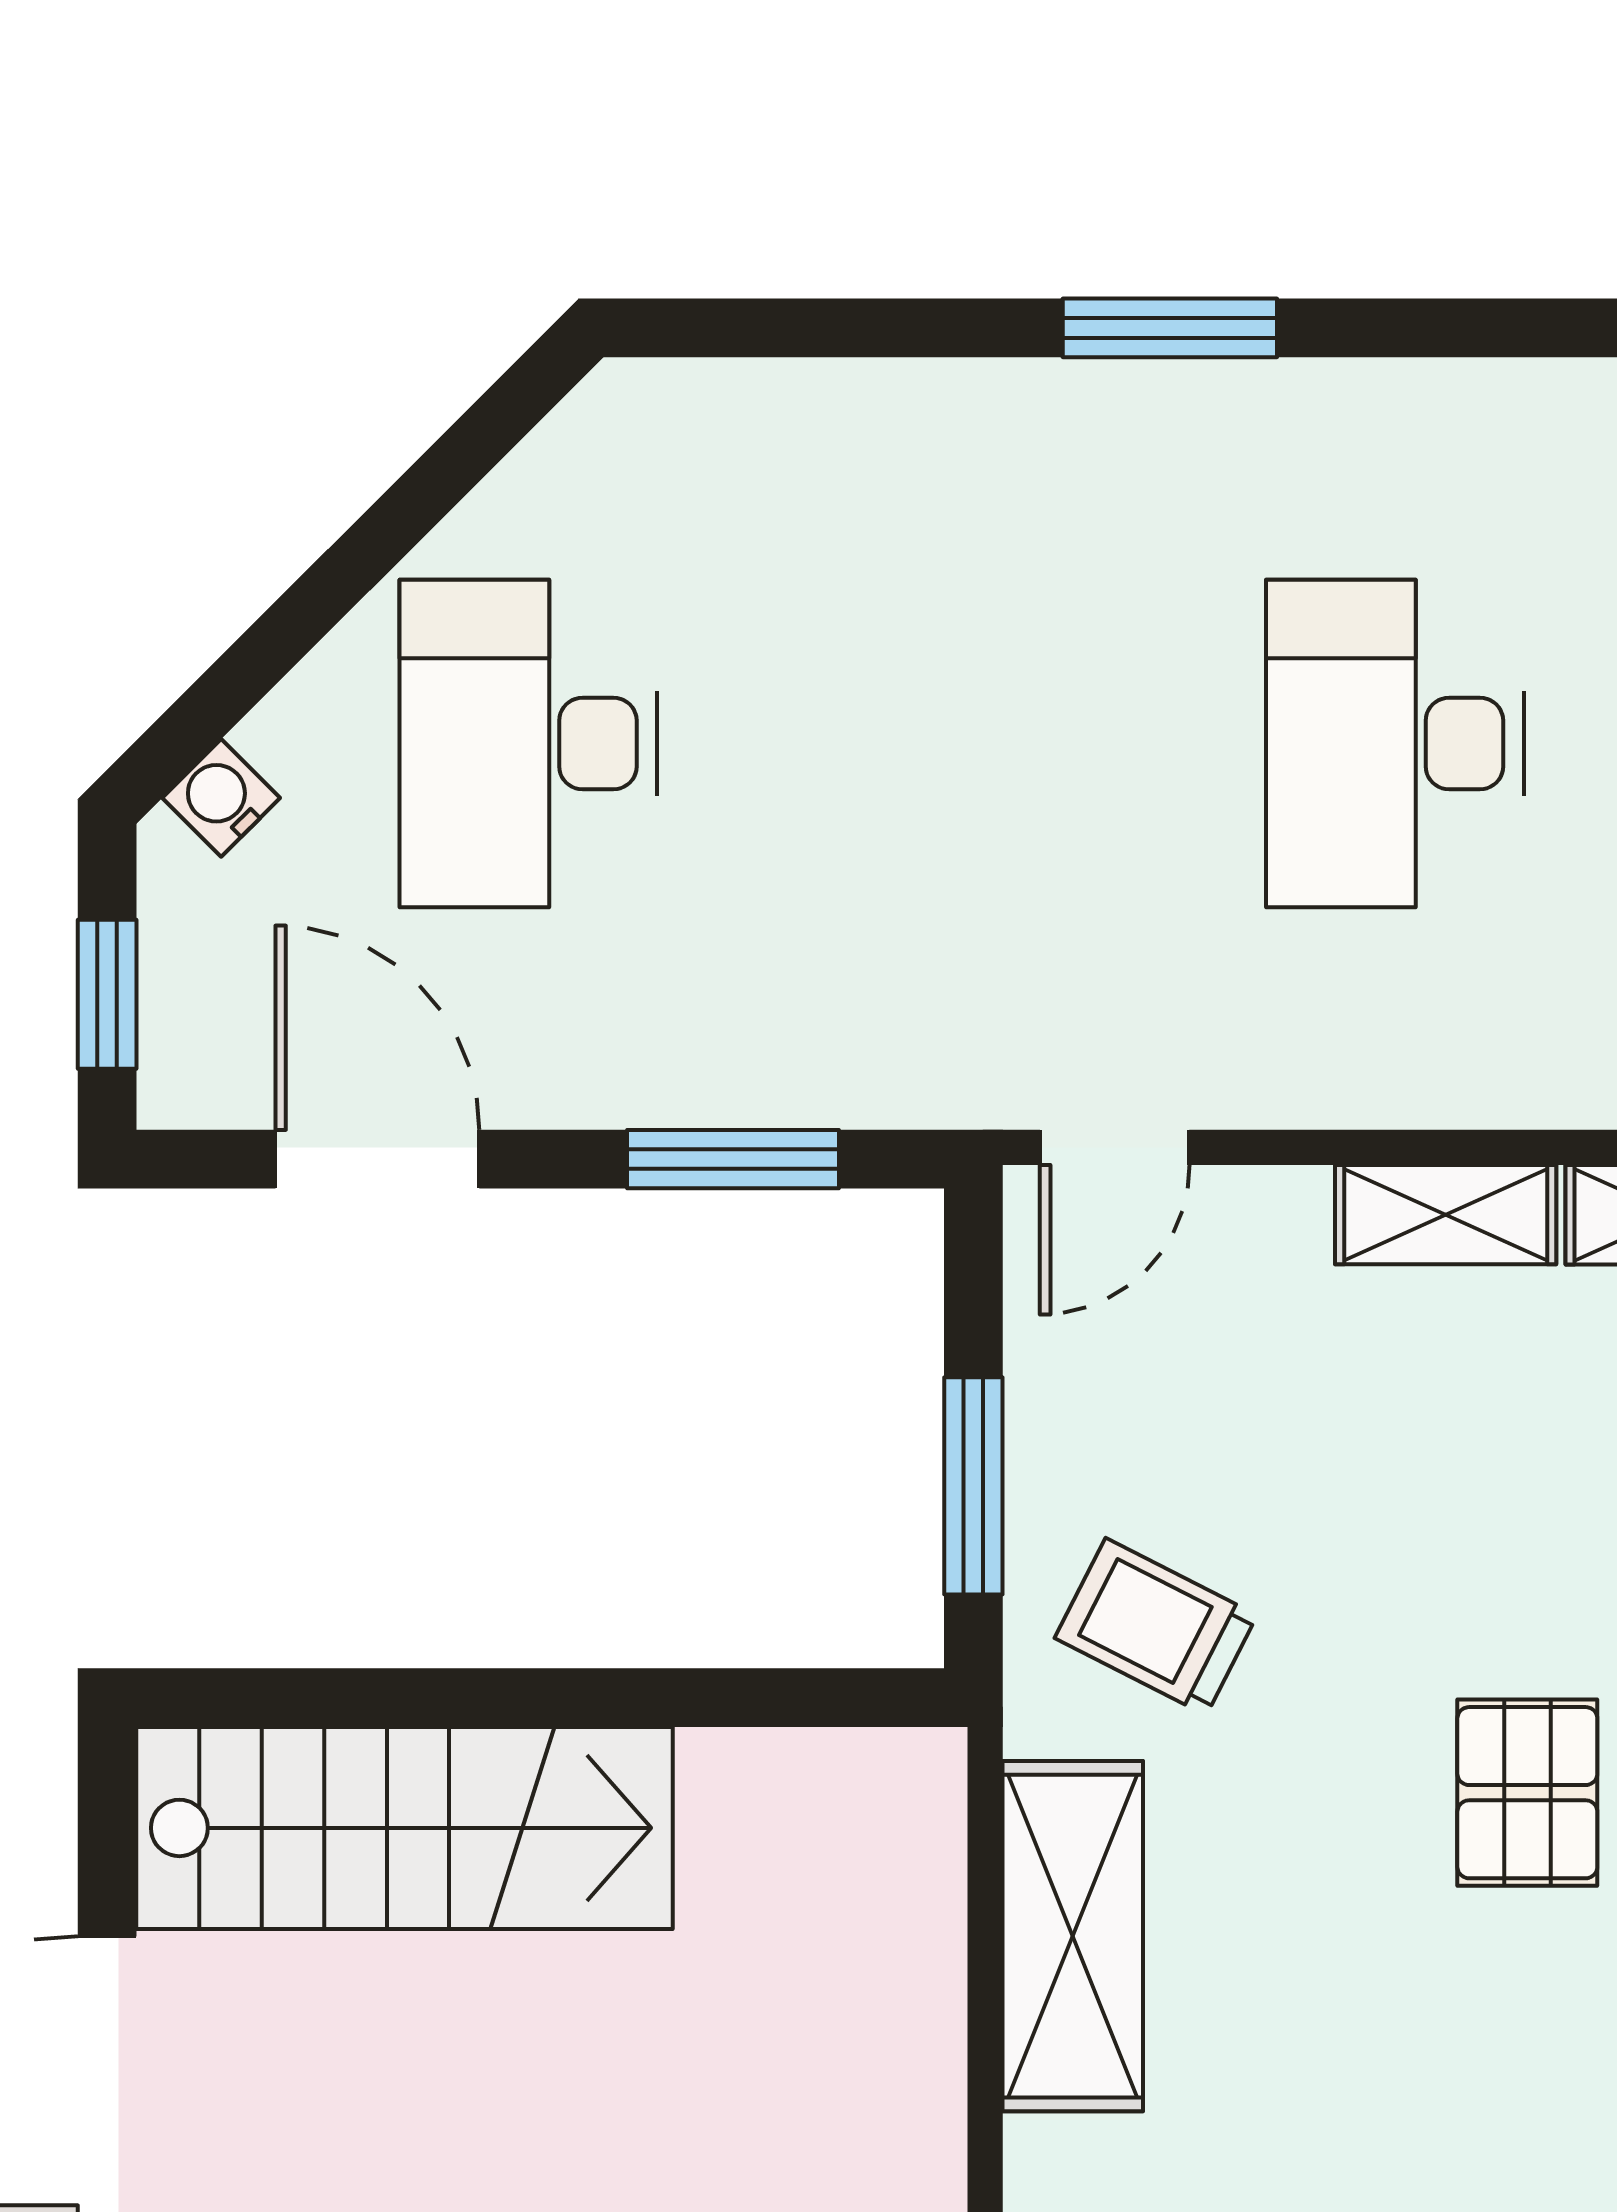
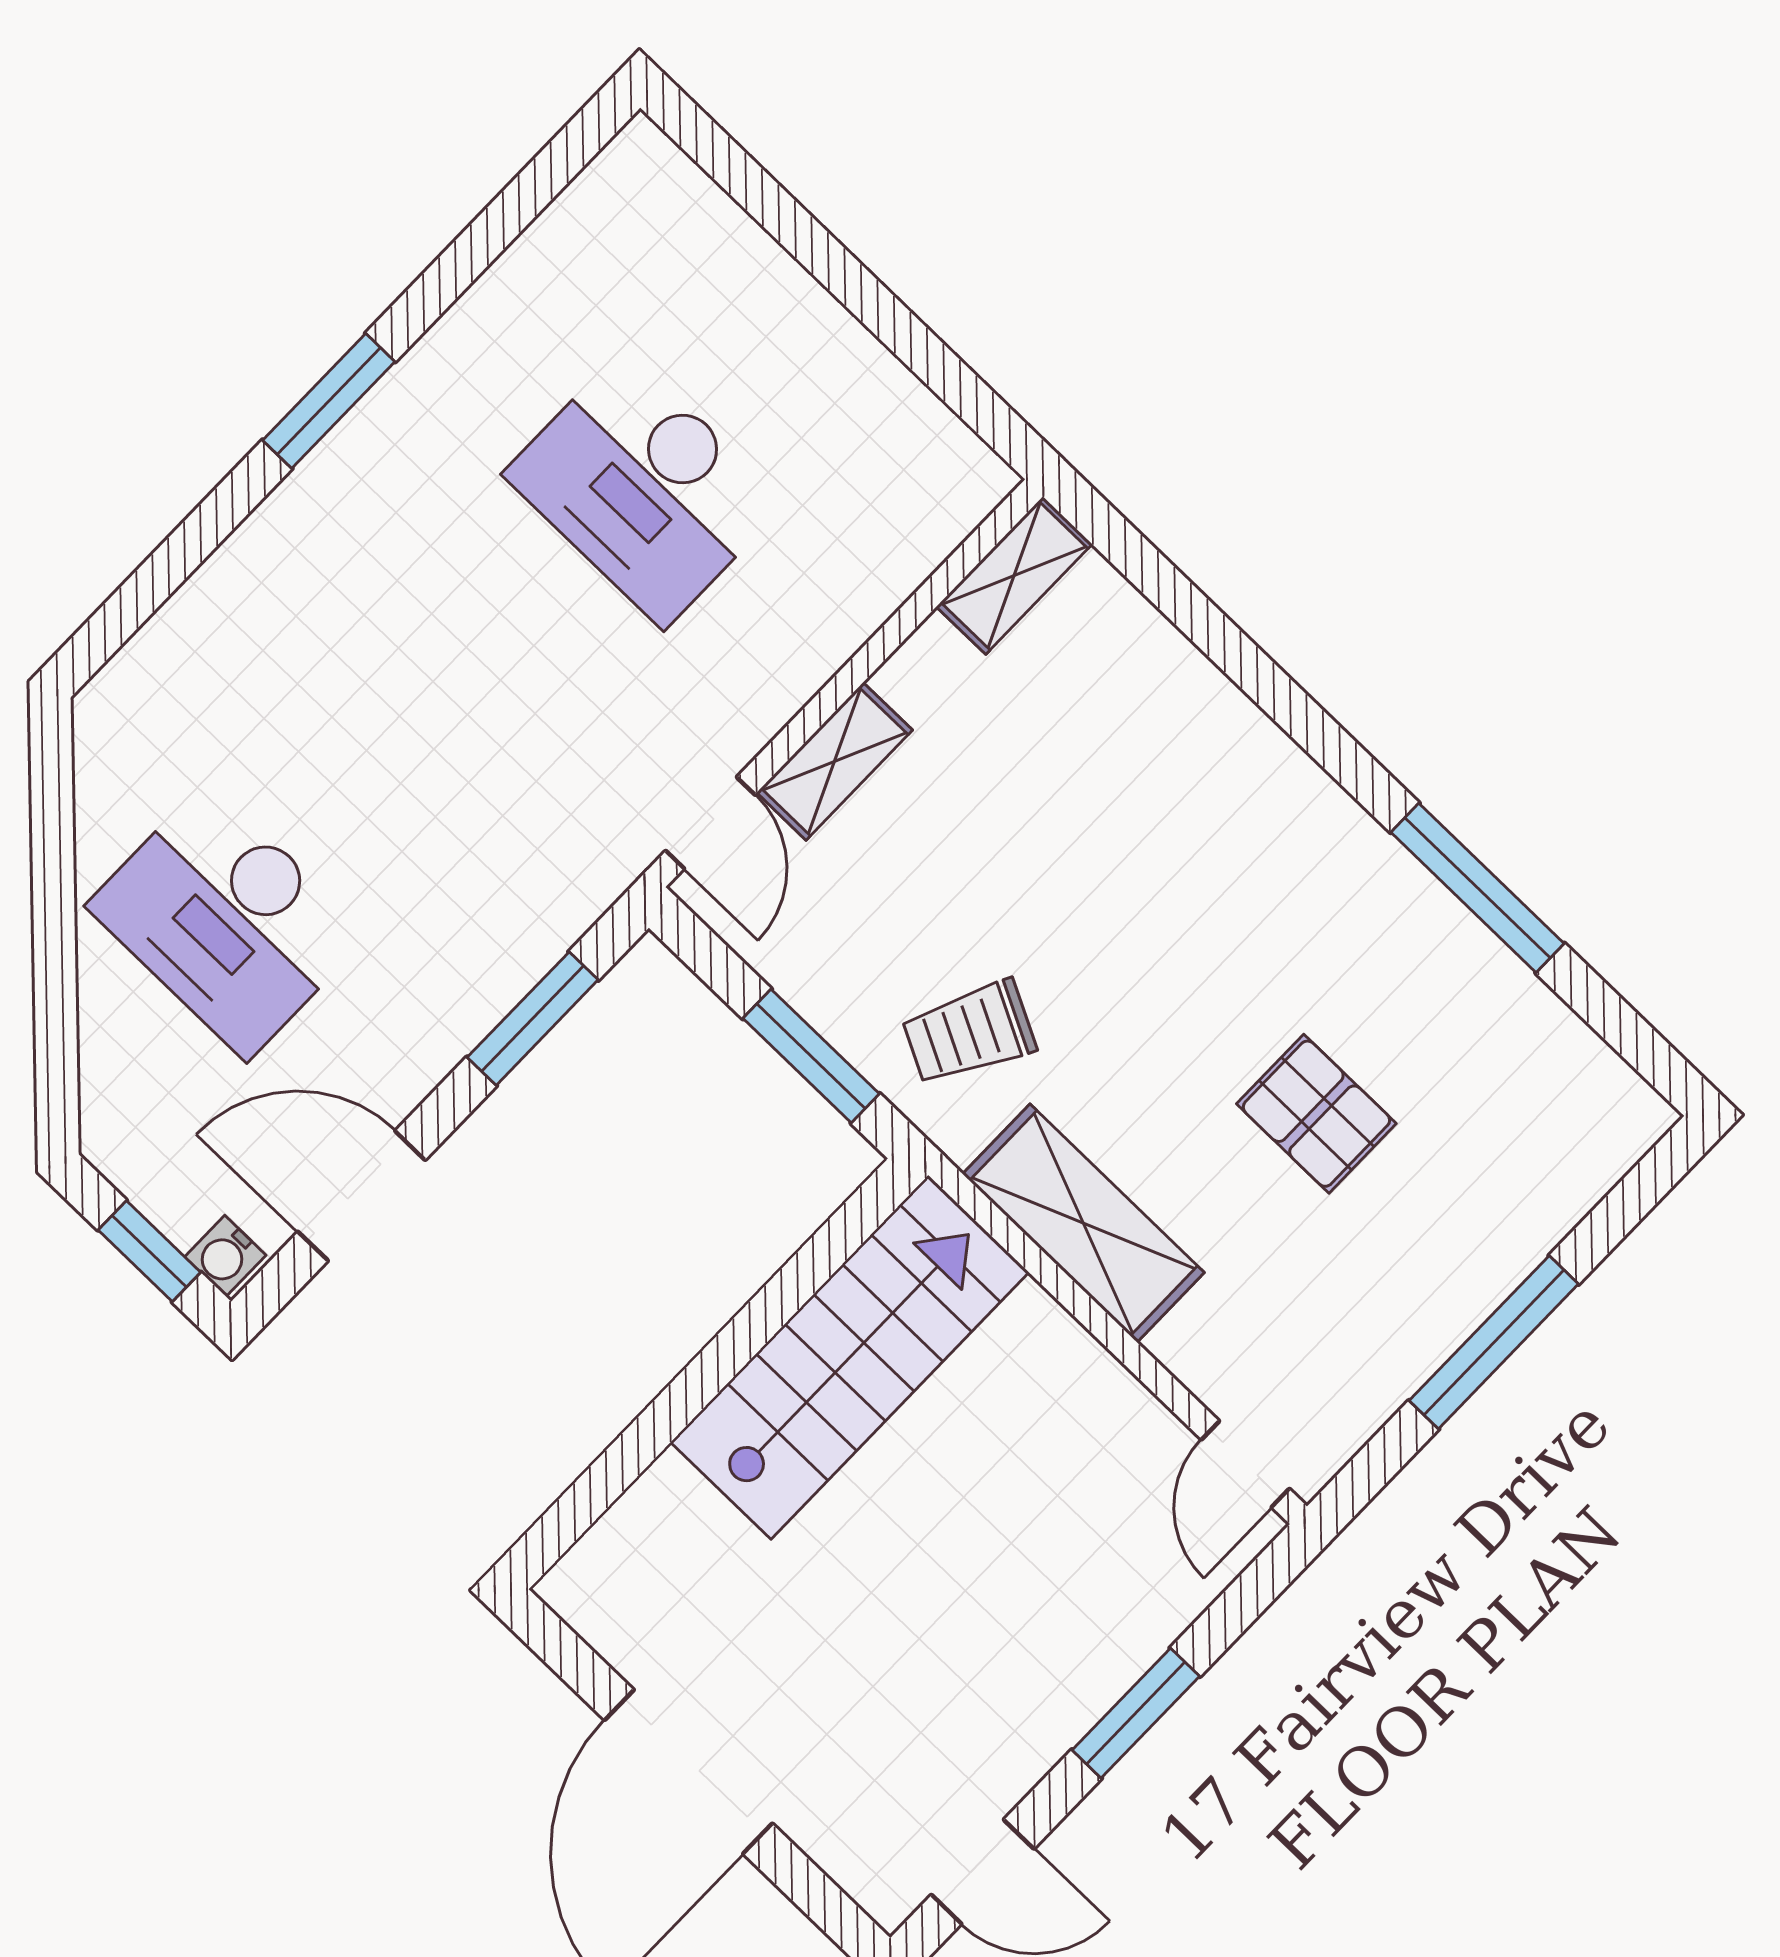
water cooler: (221, 798) -> (225, 1256), moved, turned -45
shelving: (1446, 1215) -> (835, 761), moved
pallet: (1527, 1793) -> (1316, 1114), moved
stairs: (405, 1828) -> (850, 1357), moved

